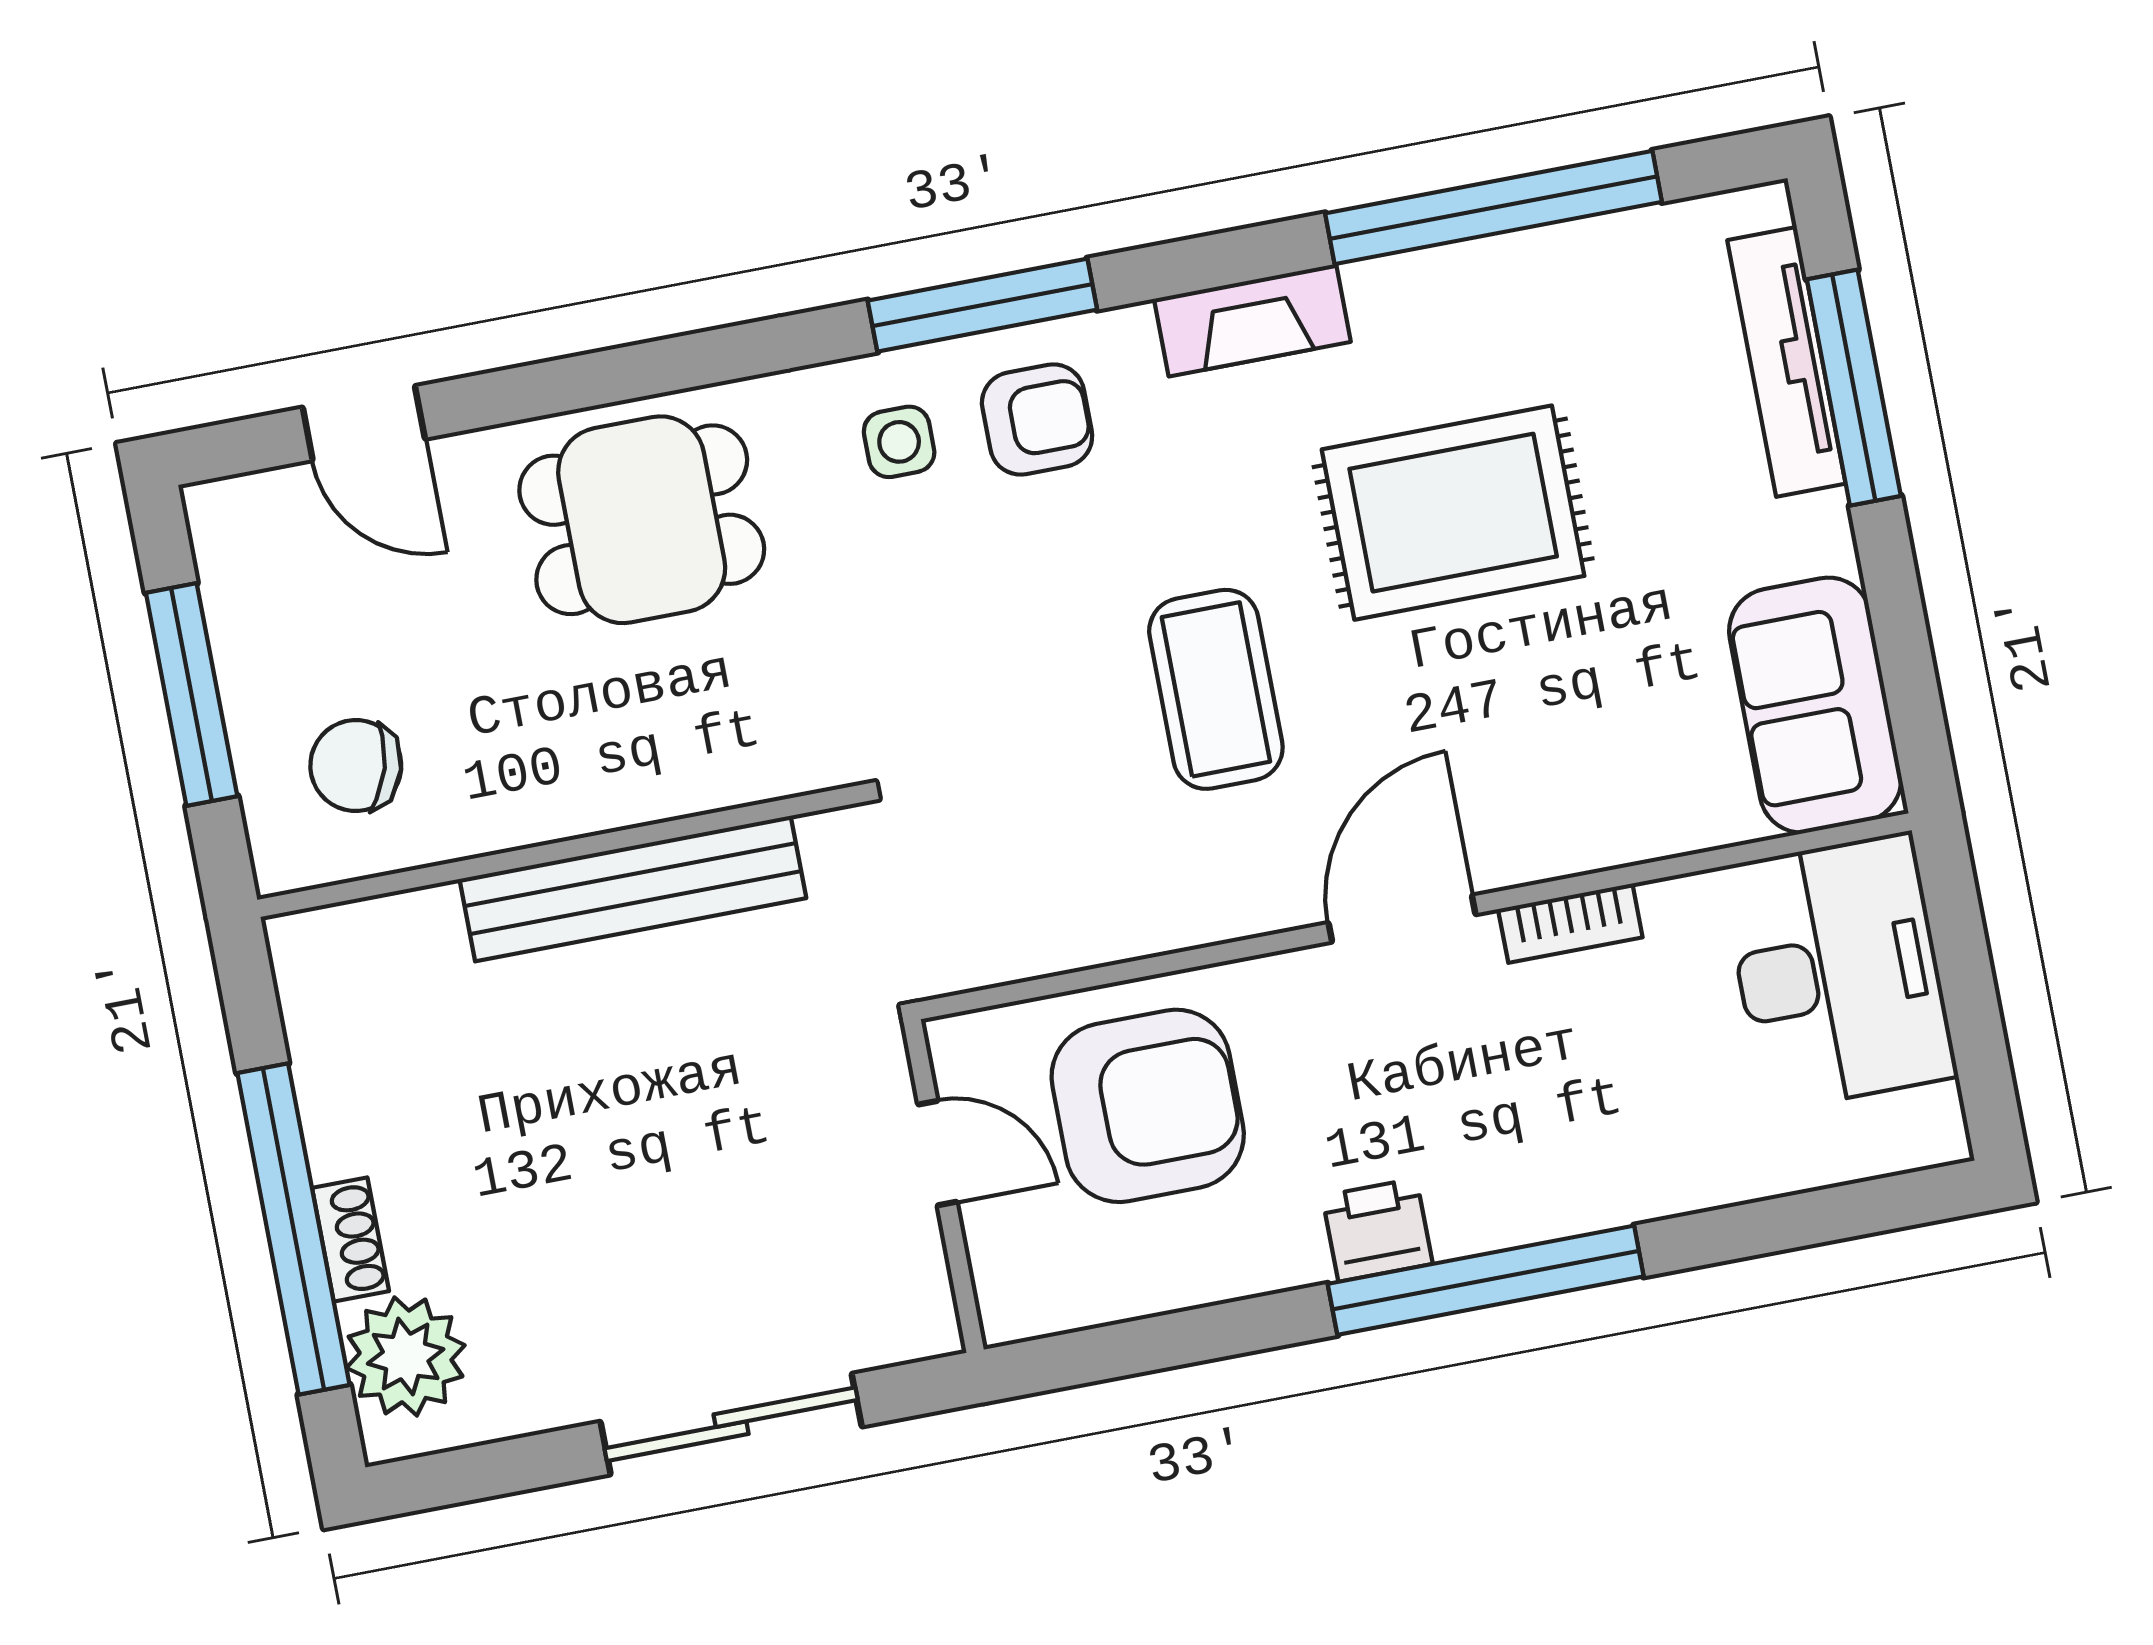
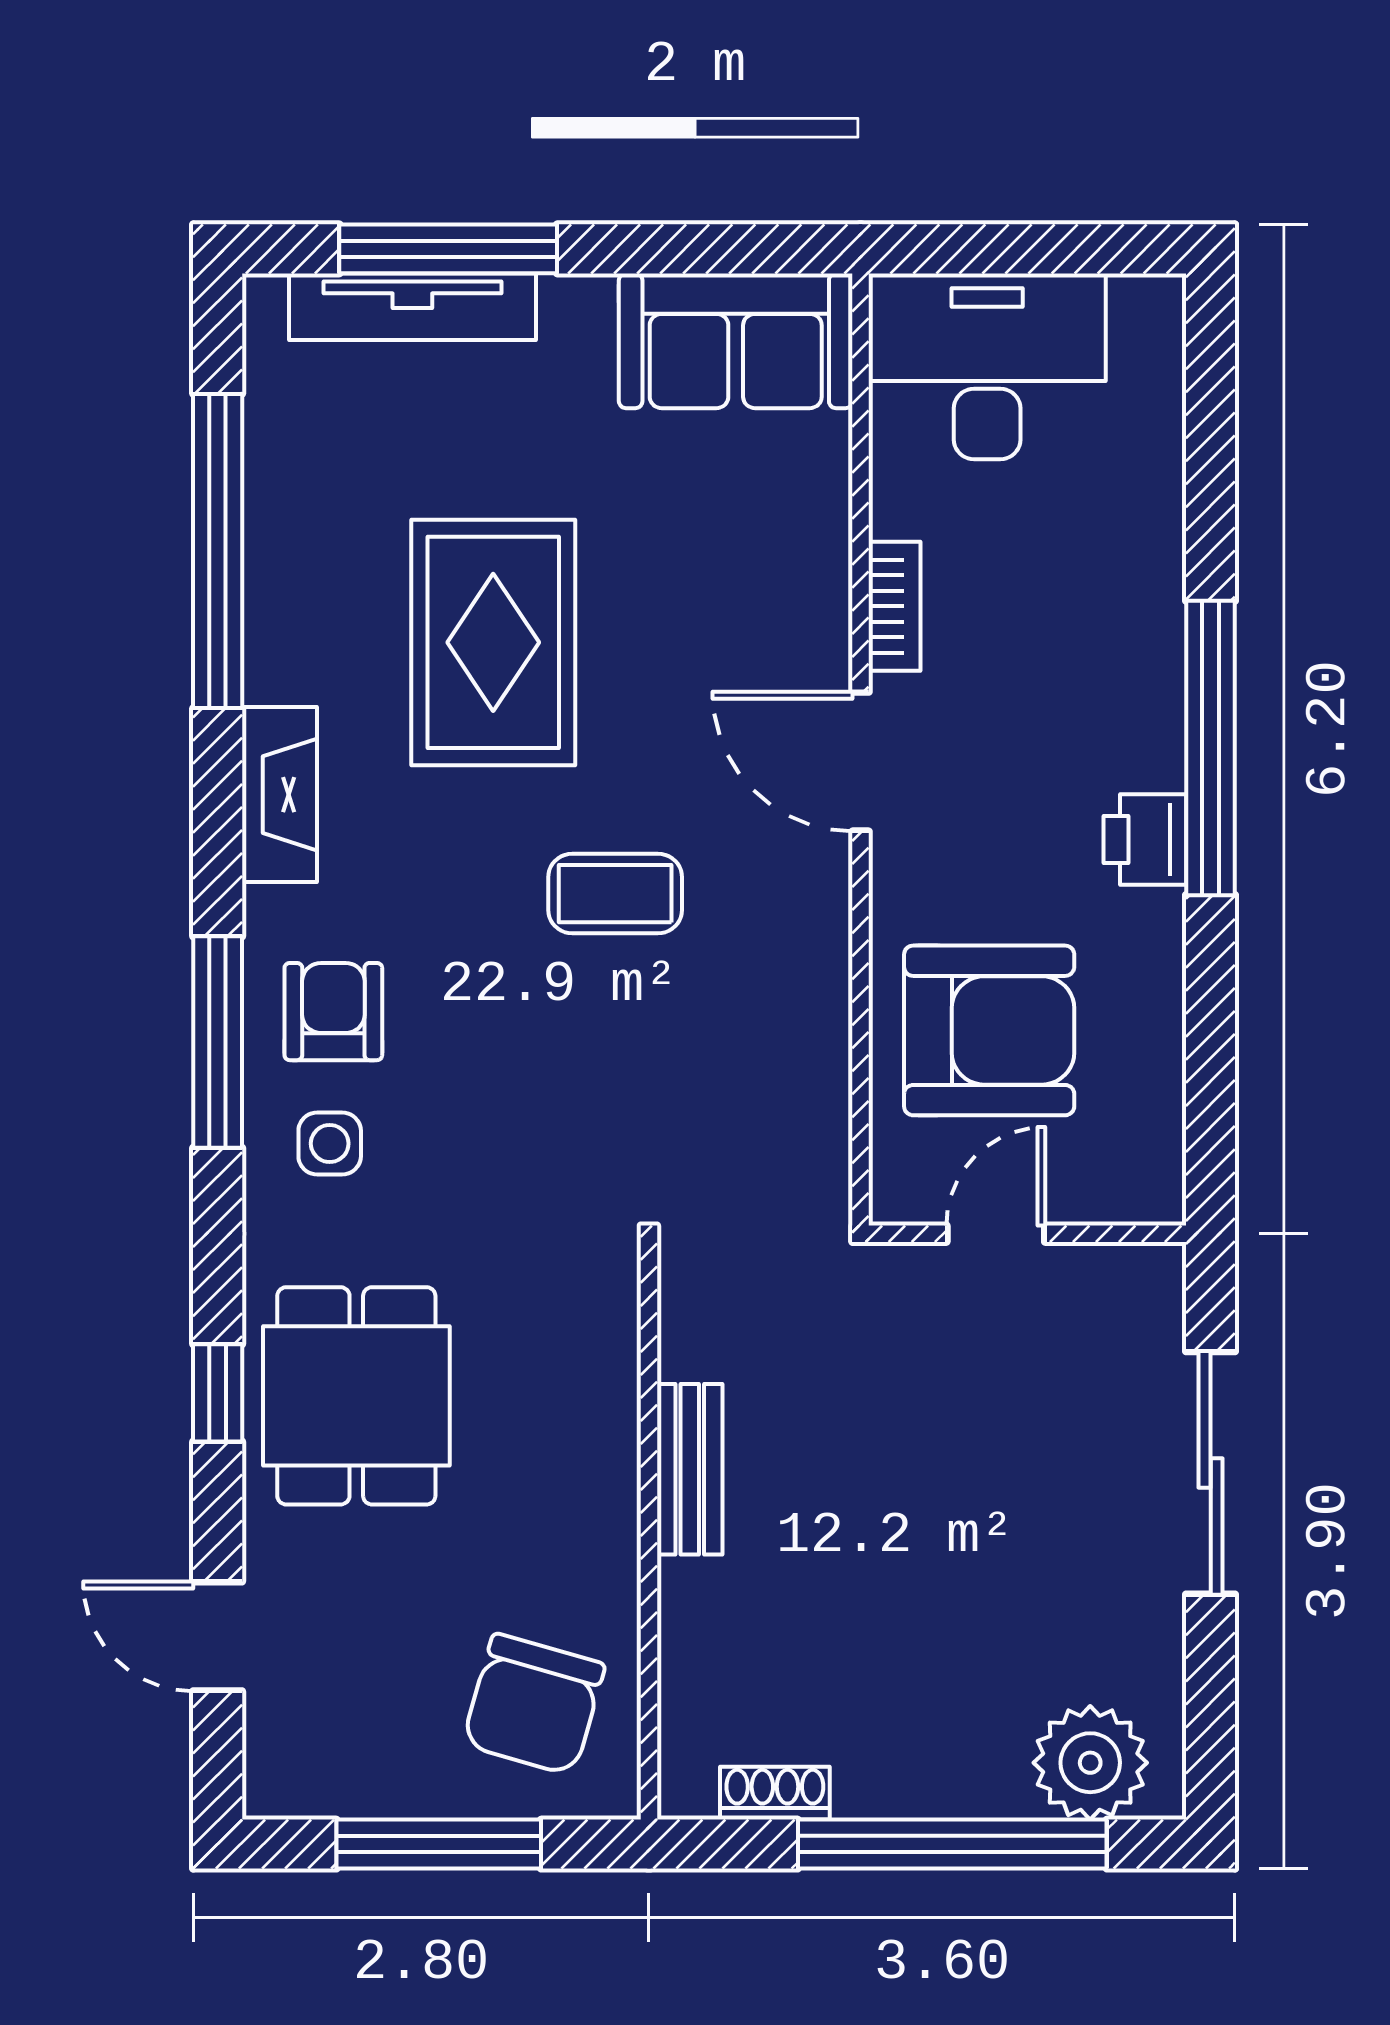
window: (617, 375) -> (218, 1393), added
door: (364, 423) -> (218, 1636), swing flipped
coffee table: (1216, 689) -> (615, 894), width x0.73, depth x0.77
chair: (356, 766) -> (534, 1704), width x1.37, depth x1.37
bench: (633, 889) -> (690, 1469), width x0.54, depth x0.82
armchair: (1148, 1106) -> (989, 1030), turned 90
shoe rack: (350, 1239) -> (775, 1793), moved

